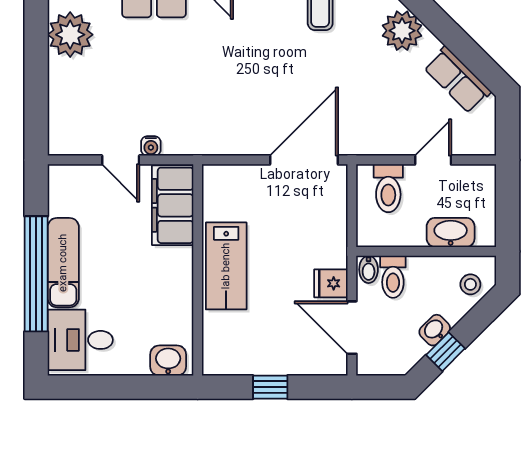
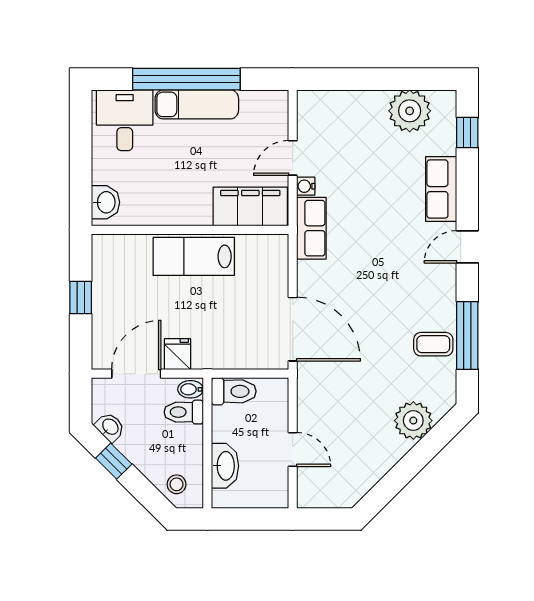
row of seats: (457, 80) -> (311, 228), moved, turned 135
toilet: (388, 188) -> (234, 391), moved, turned 180
washbasin: (435, 330) -> (110, 427), moved

